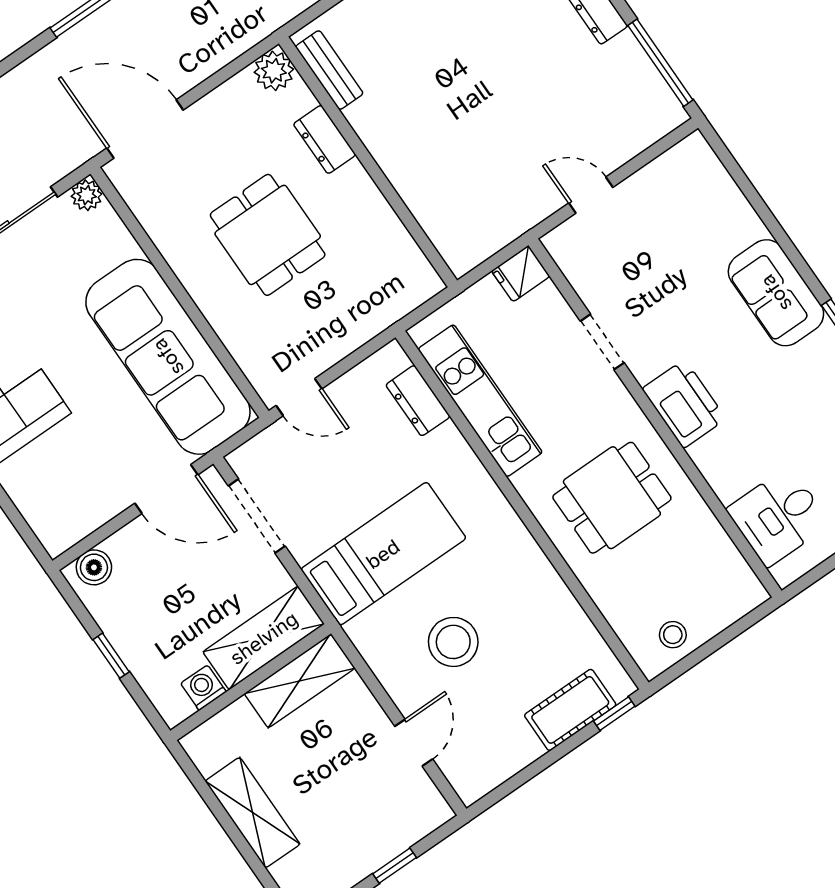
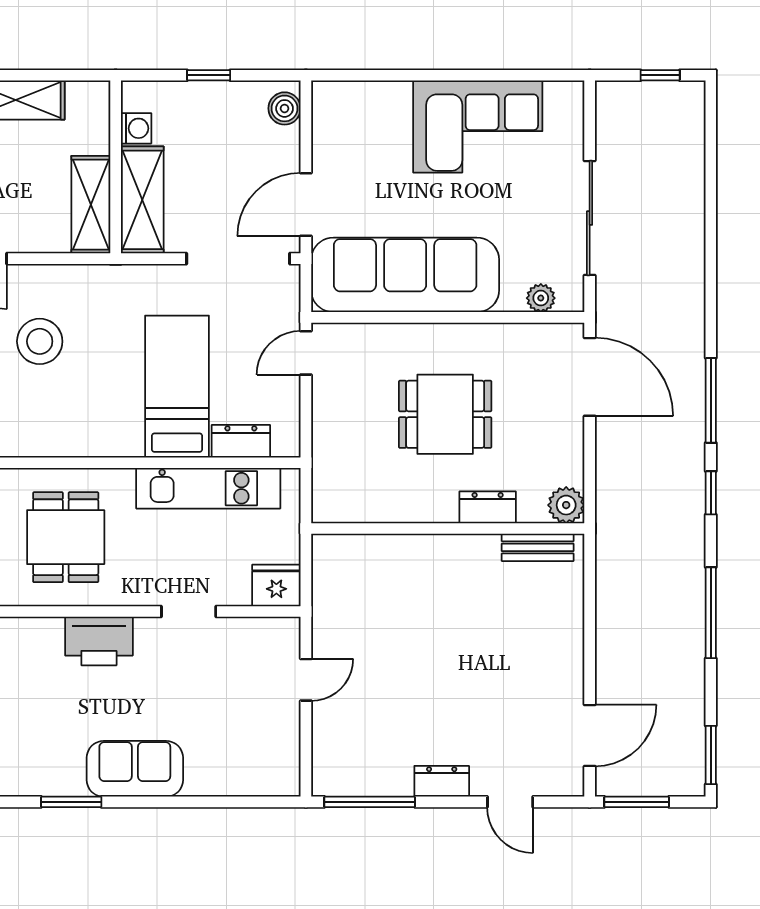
door: (145, 129) -> (590, 377), hinge flipped
plant: (87, 195) -> (541, 298), moved
fridge: (521, 274) -> (276, 585), width x1.38
doorway: (257, 516) -> (238, 259), width x1.36
bed: (383, 554) -> (177, 387), moved, turned 180

